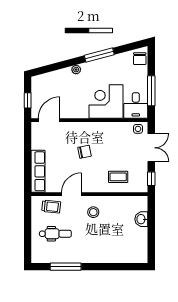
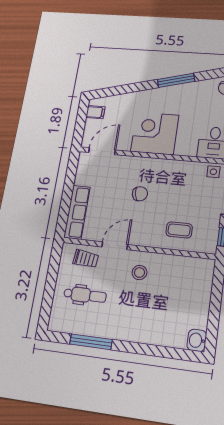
plant: (76, 70) -> (145, 95), removed
filing cabinet: (38, 87) -> (95, 112), added
window: (28, 100) -> (80, 126), removed
corner desk: (106, 101) -> (155, 133), moved
washbasin: (141, 219) -> (197, 340), moved

